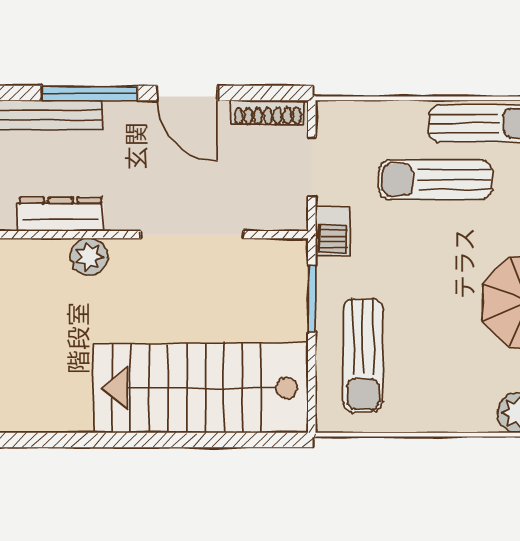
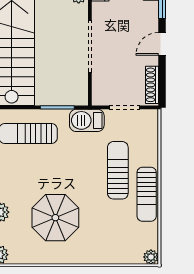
door: (187, 93) -> (162, 44), width x0.73
barbecue: (333, 231) -> (87, 120), width x1.38, depth x1.27

